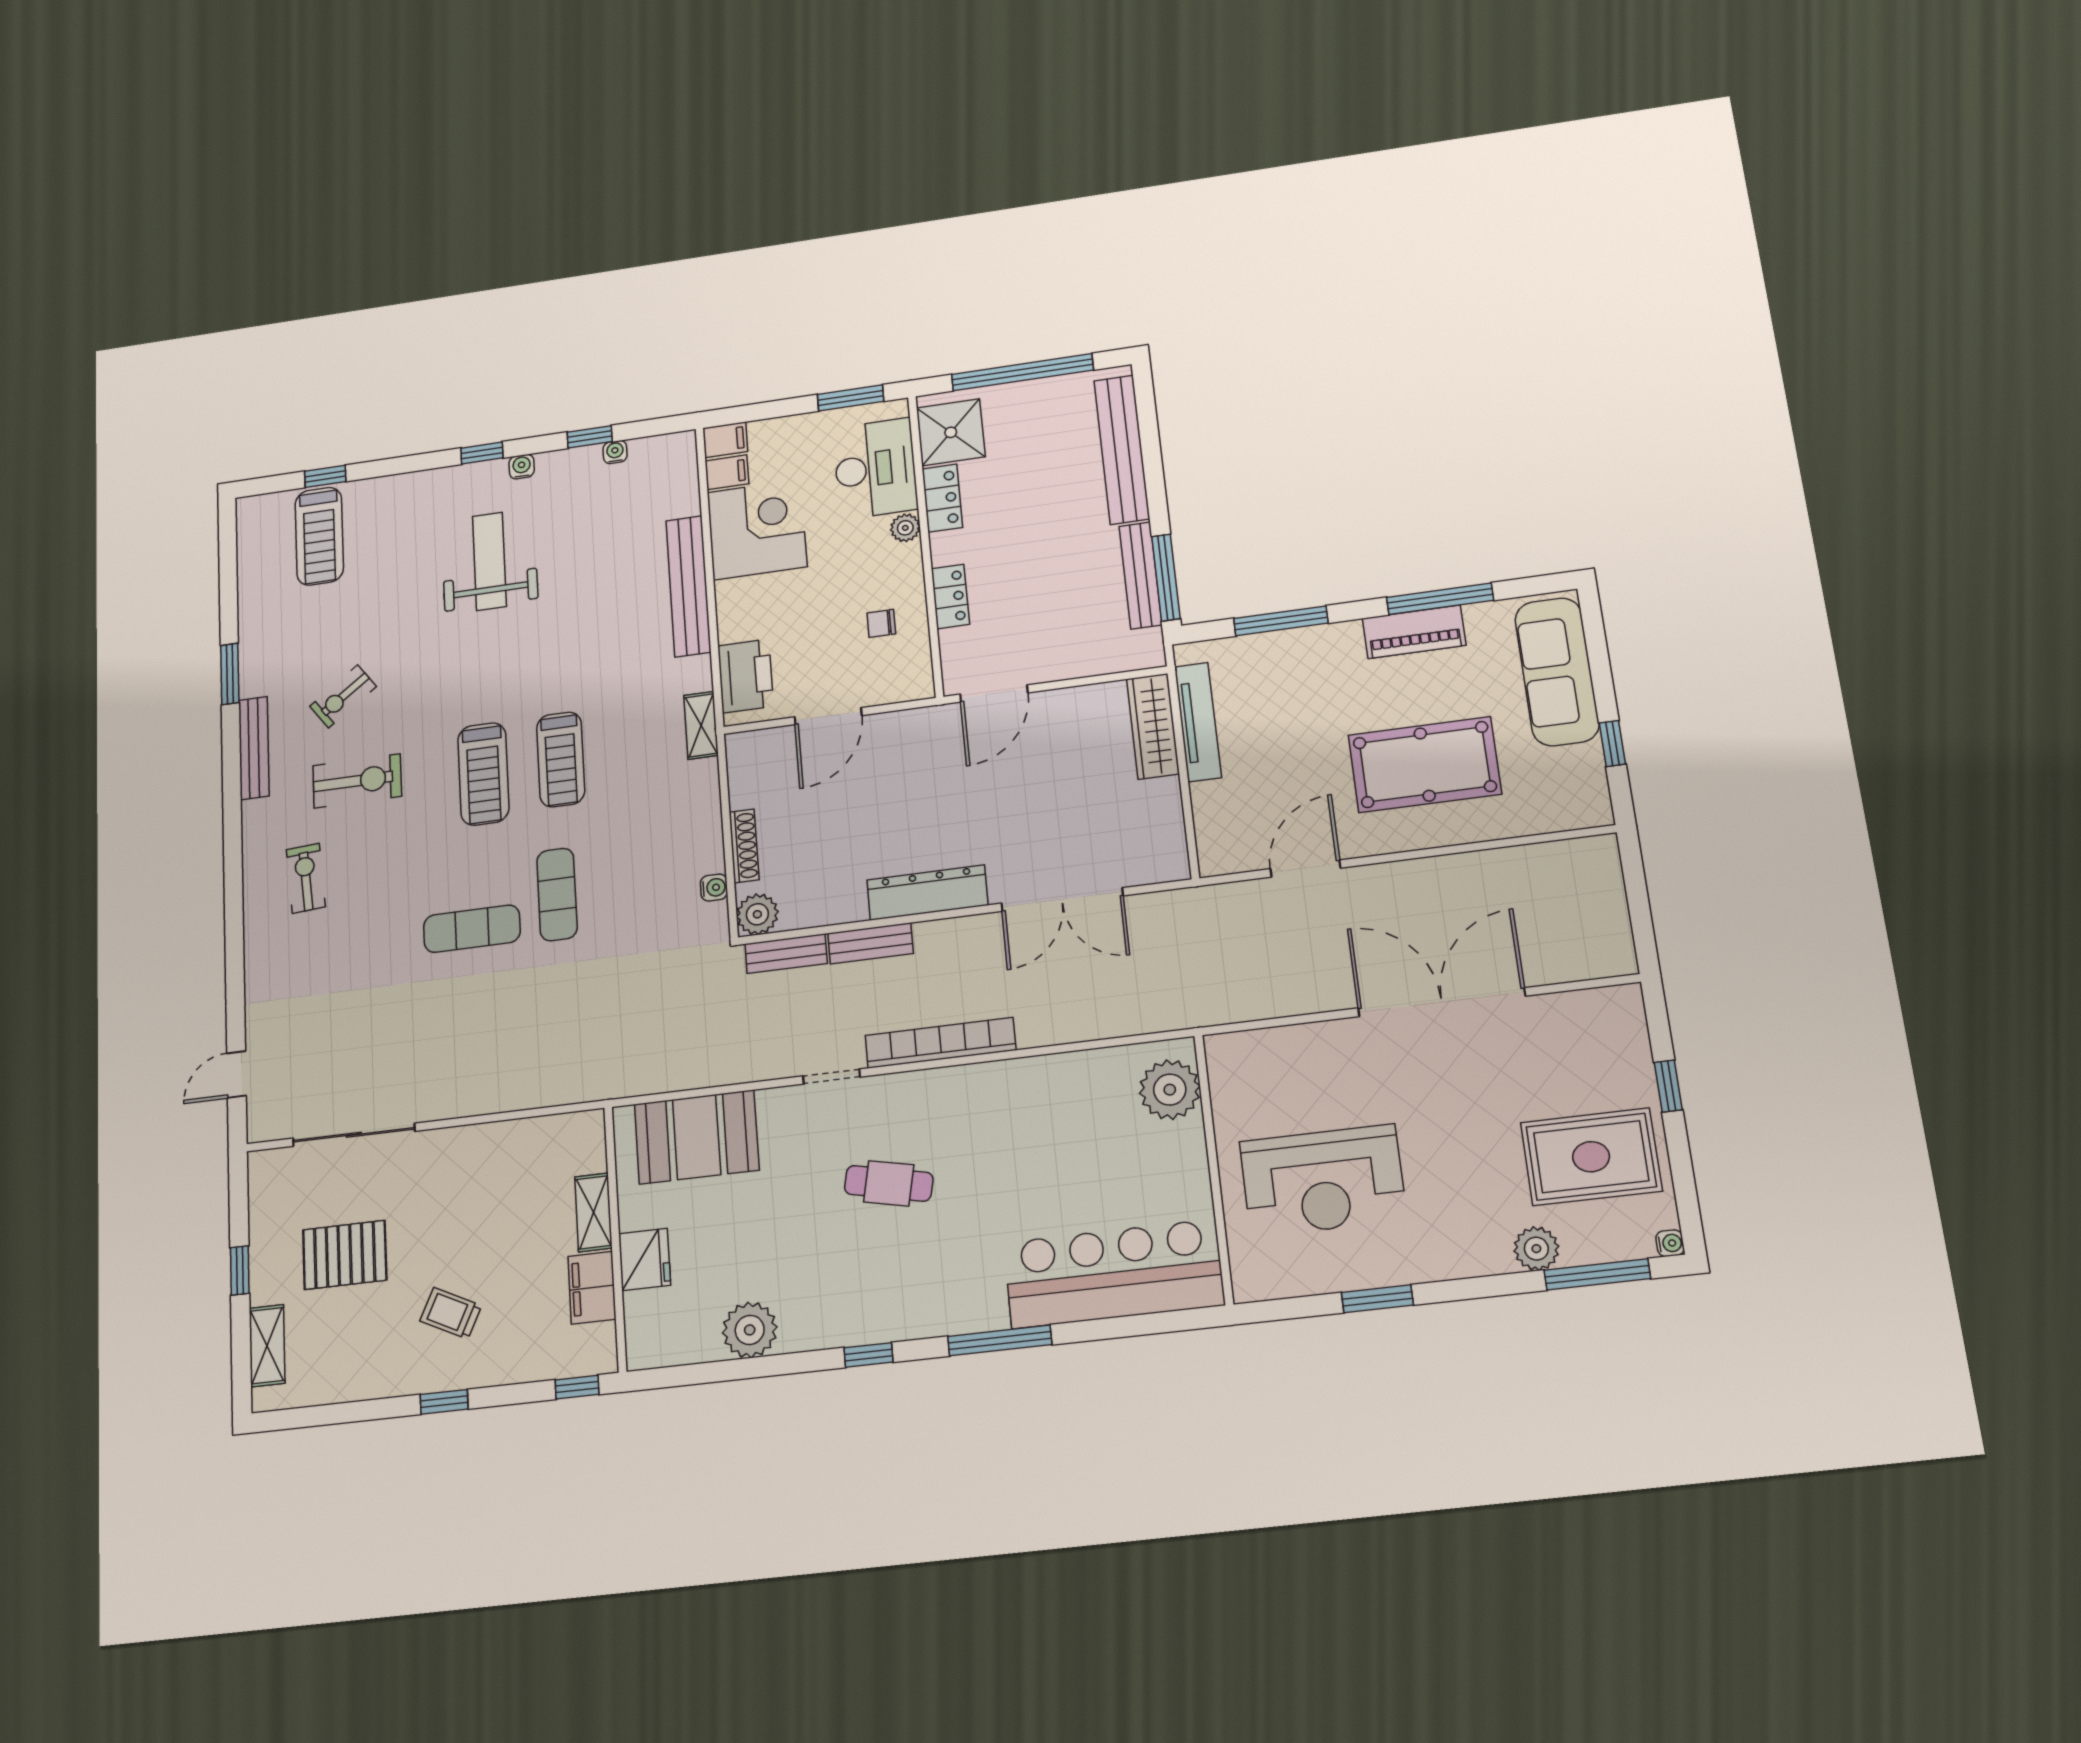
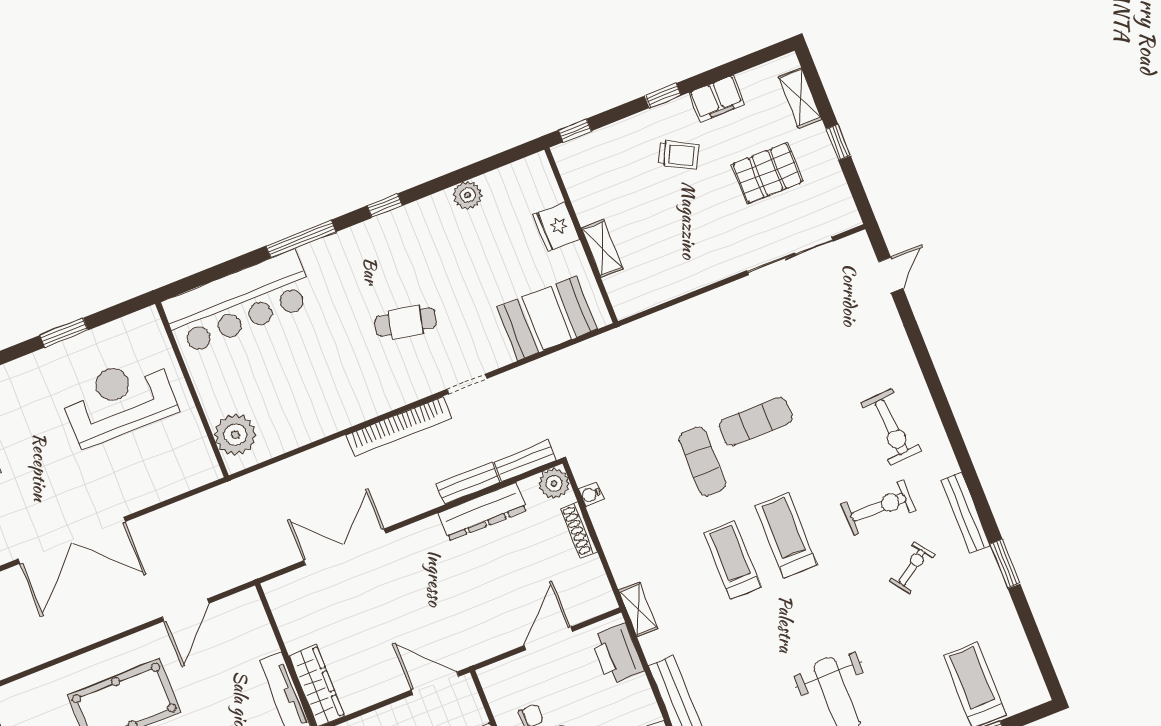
door: (994, 694) -> (435, 683), hinge flipped
exercise bike: (357, 781) -> (878, 507), turned 180
exercise bike: (306, 878) -> (891, 427), width x1.38, depth x1.39
dresser: (927, 893) -> (483, 512), moved
filing cabinet: (592, 1288) -> (717, 98), moved, turned 90
plant: (750, 1330) -> (468, 195), width x0.73, depth x0.73

